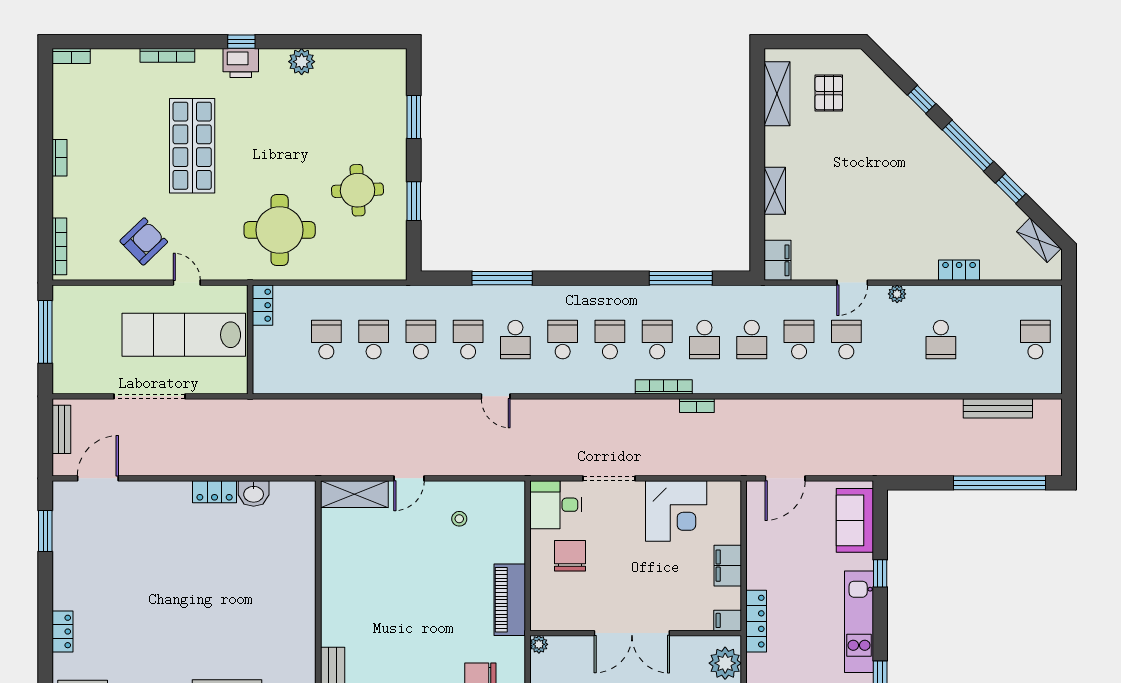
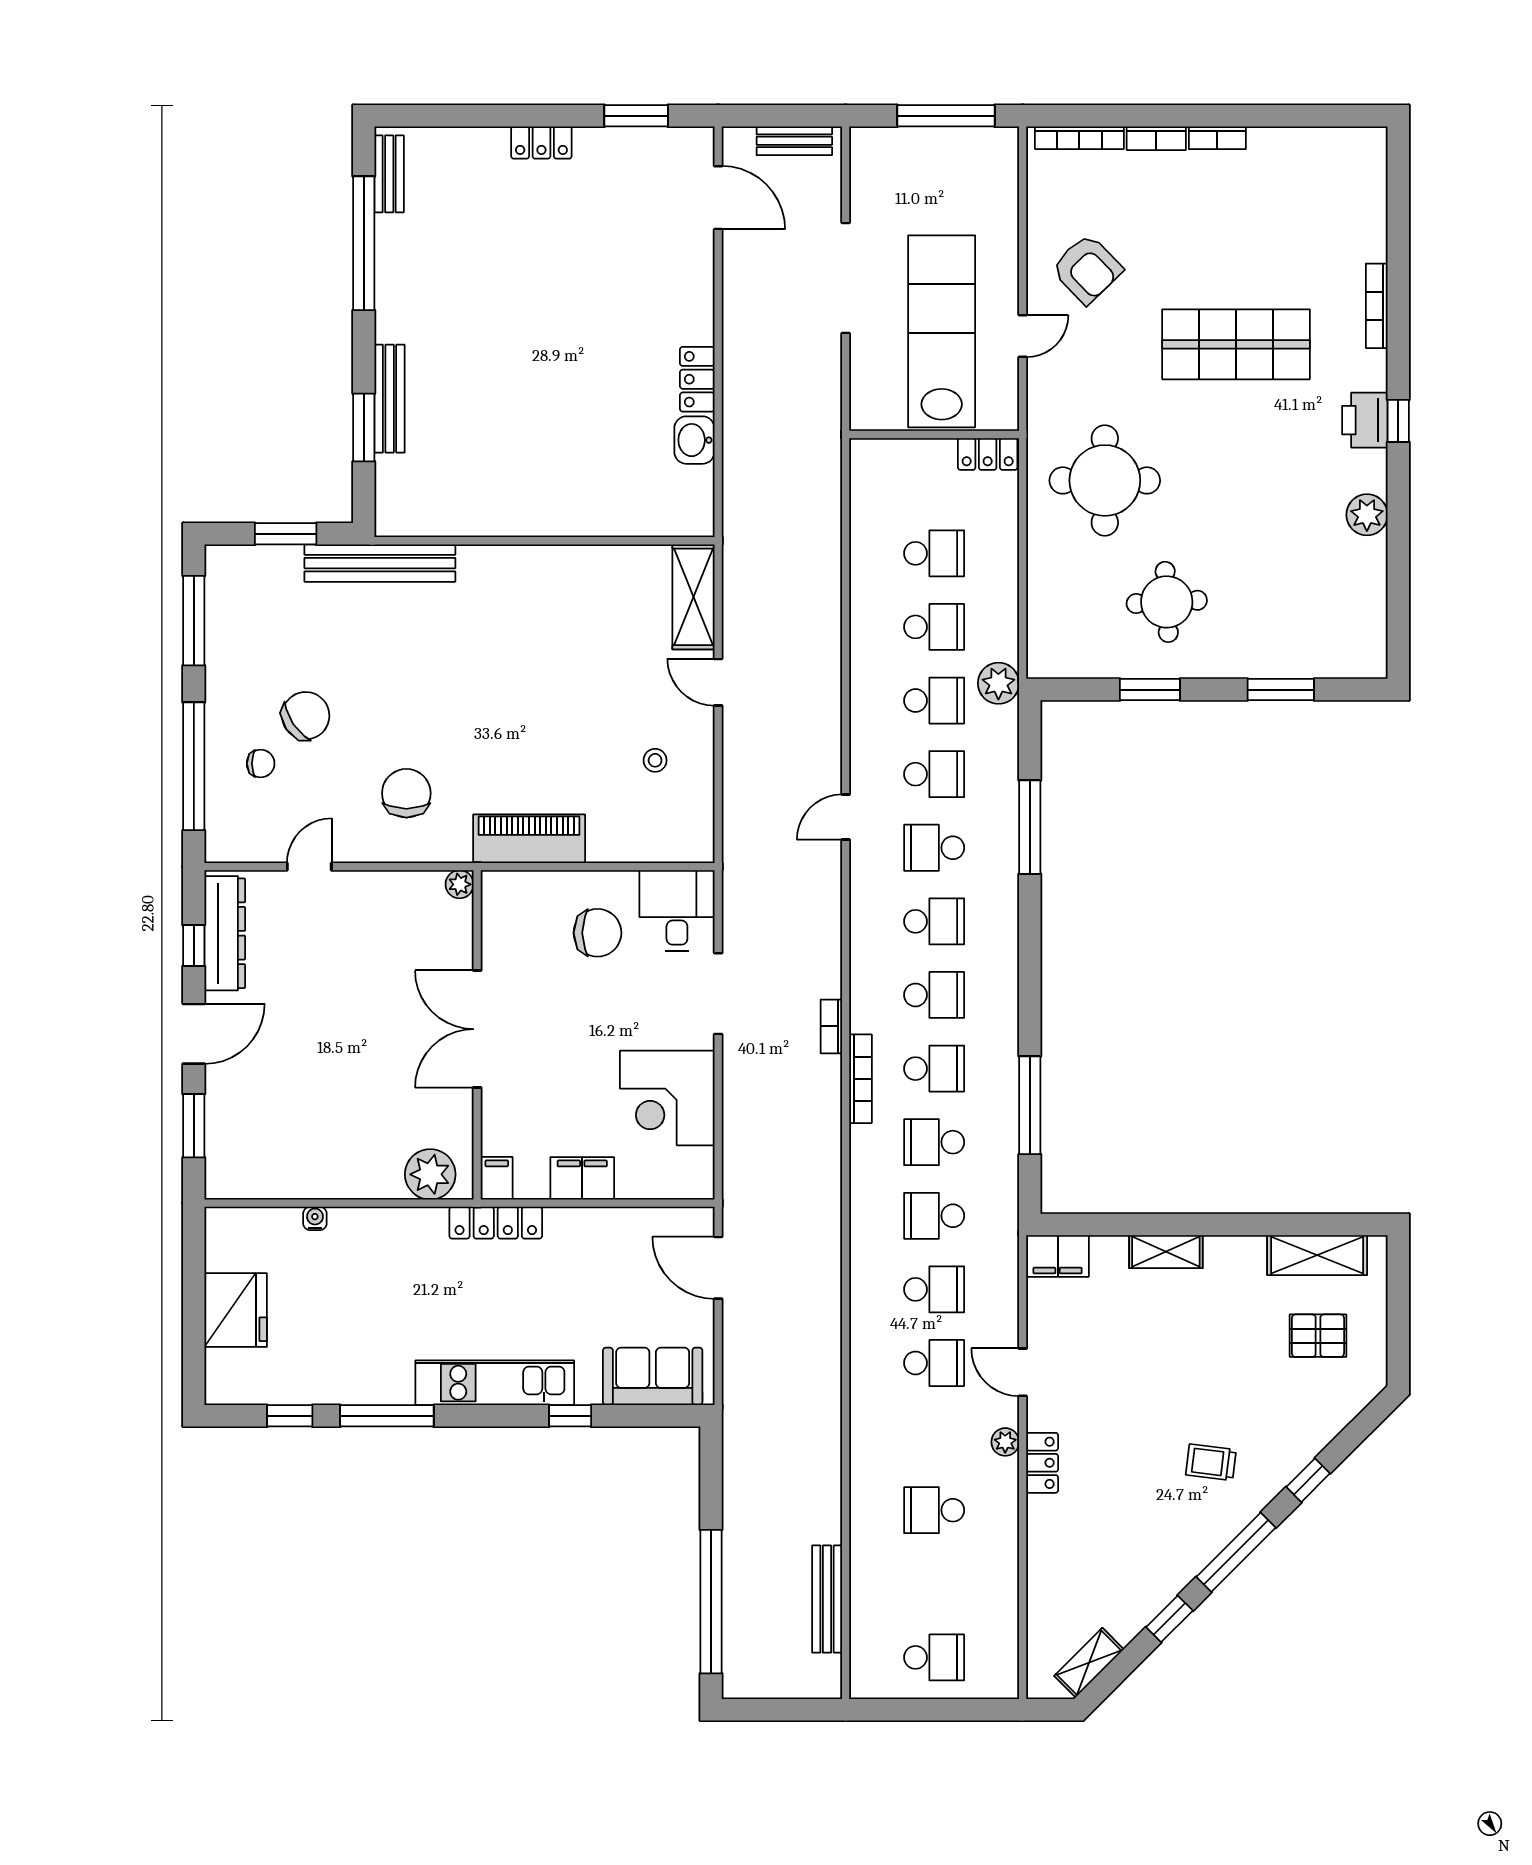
bookcase: (71, 56) -> (1156, 138), moved, turned -90
trolley: (910, 162) -> (1211, 1462), added
locker: (959, 270) -> (1042, 1463), moved
plant: (410, 298) -> (998, 683), added
bookcase: (697, 406) -> (831, 1026), moved
locker: (63, 631) -> (541, 143), moved

